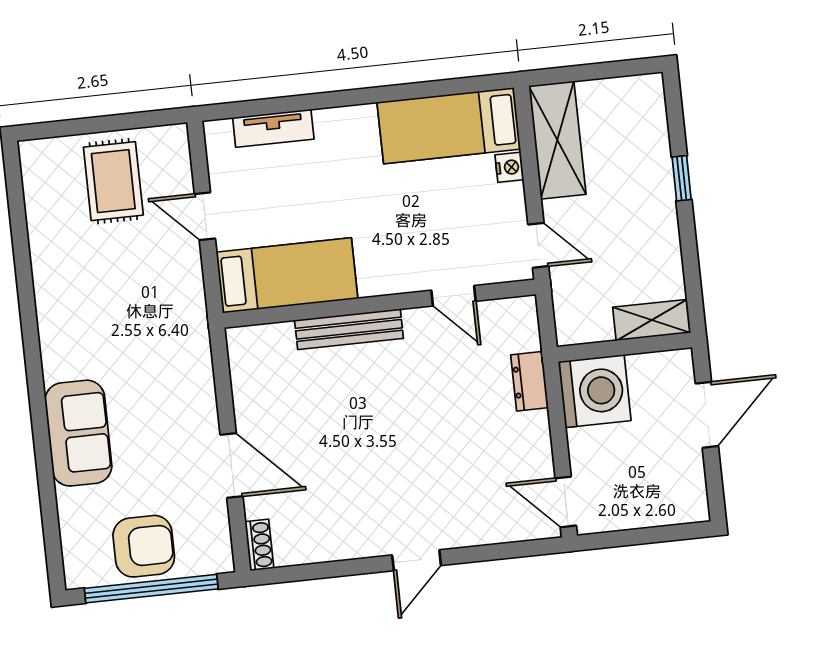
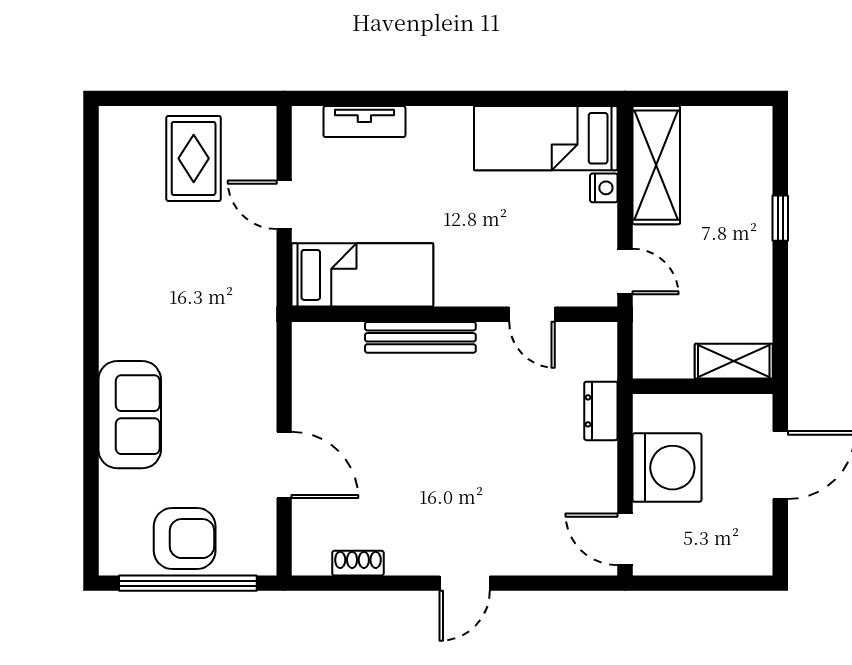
washing machine: (595, 391) -> (667, 468), moved
shoe rack: (259, 545) -> (358, 563), moved, turned -90

